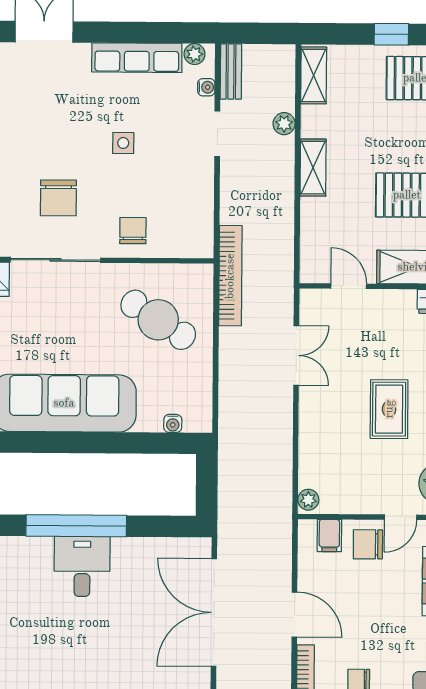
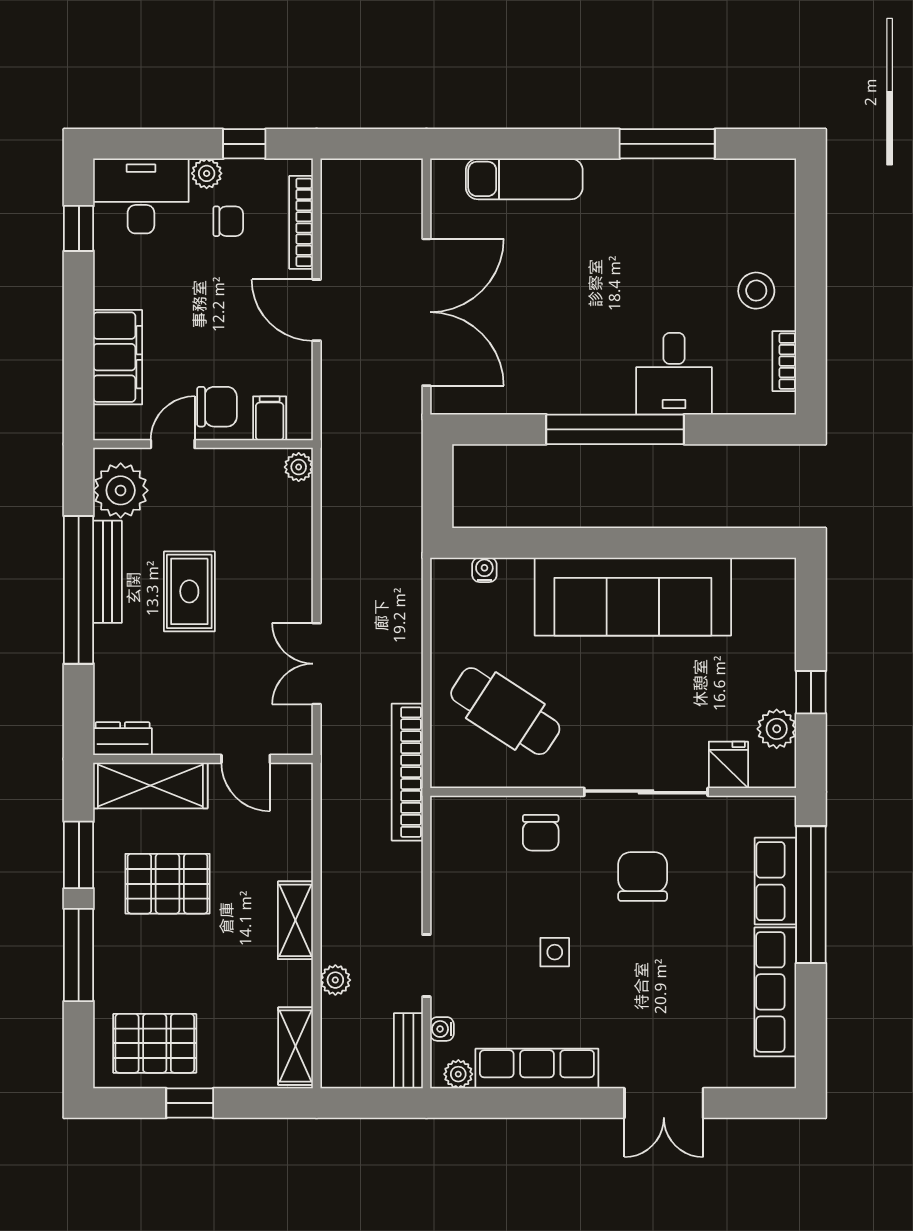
desk: (82, 566) -> (674, 374), moved

